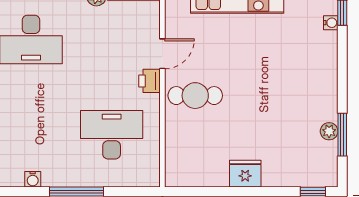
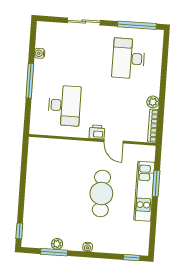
water cooler: (331, 23) -> (88, 247), moved
cafe table: (195, 96) -> (101, 194), moved, width x1.37, depth x1.35
fridge: (245, 174) -> (34, 189), removed

